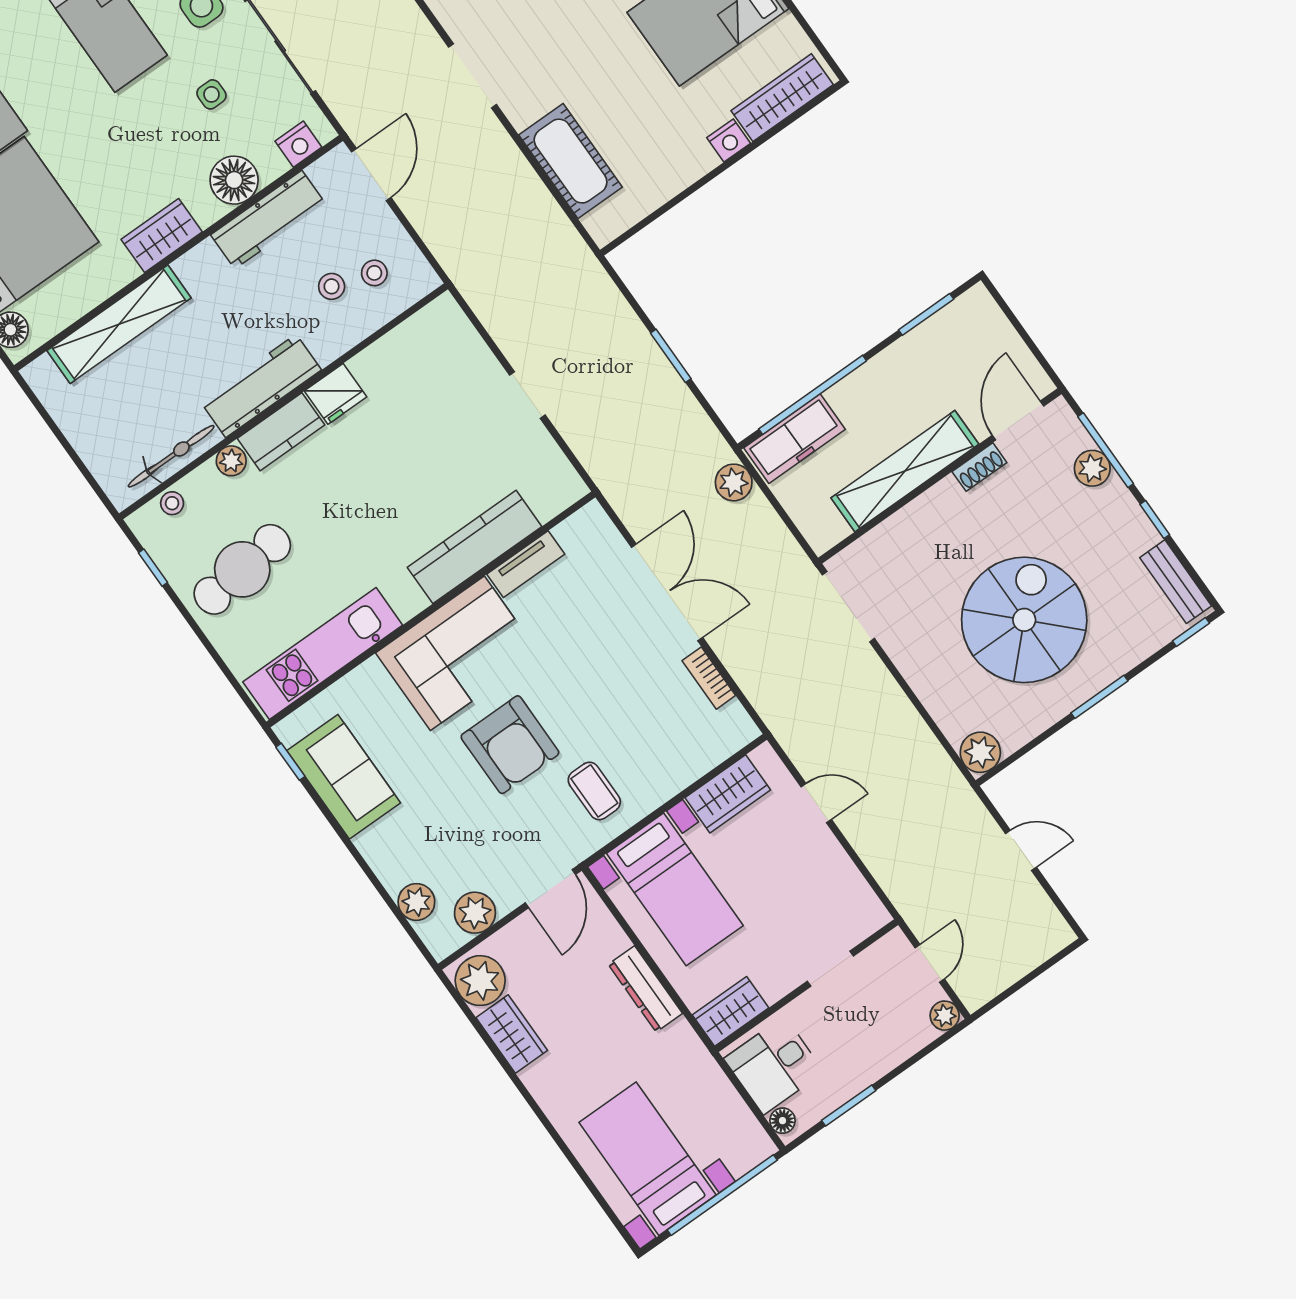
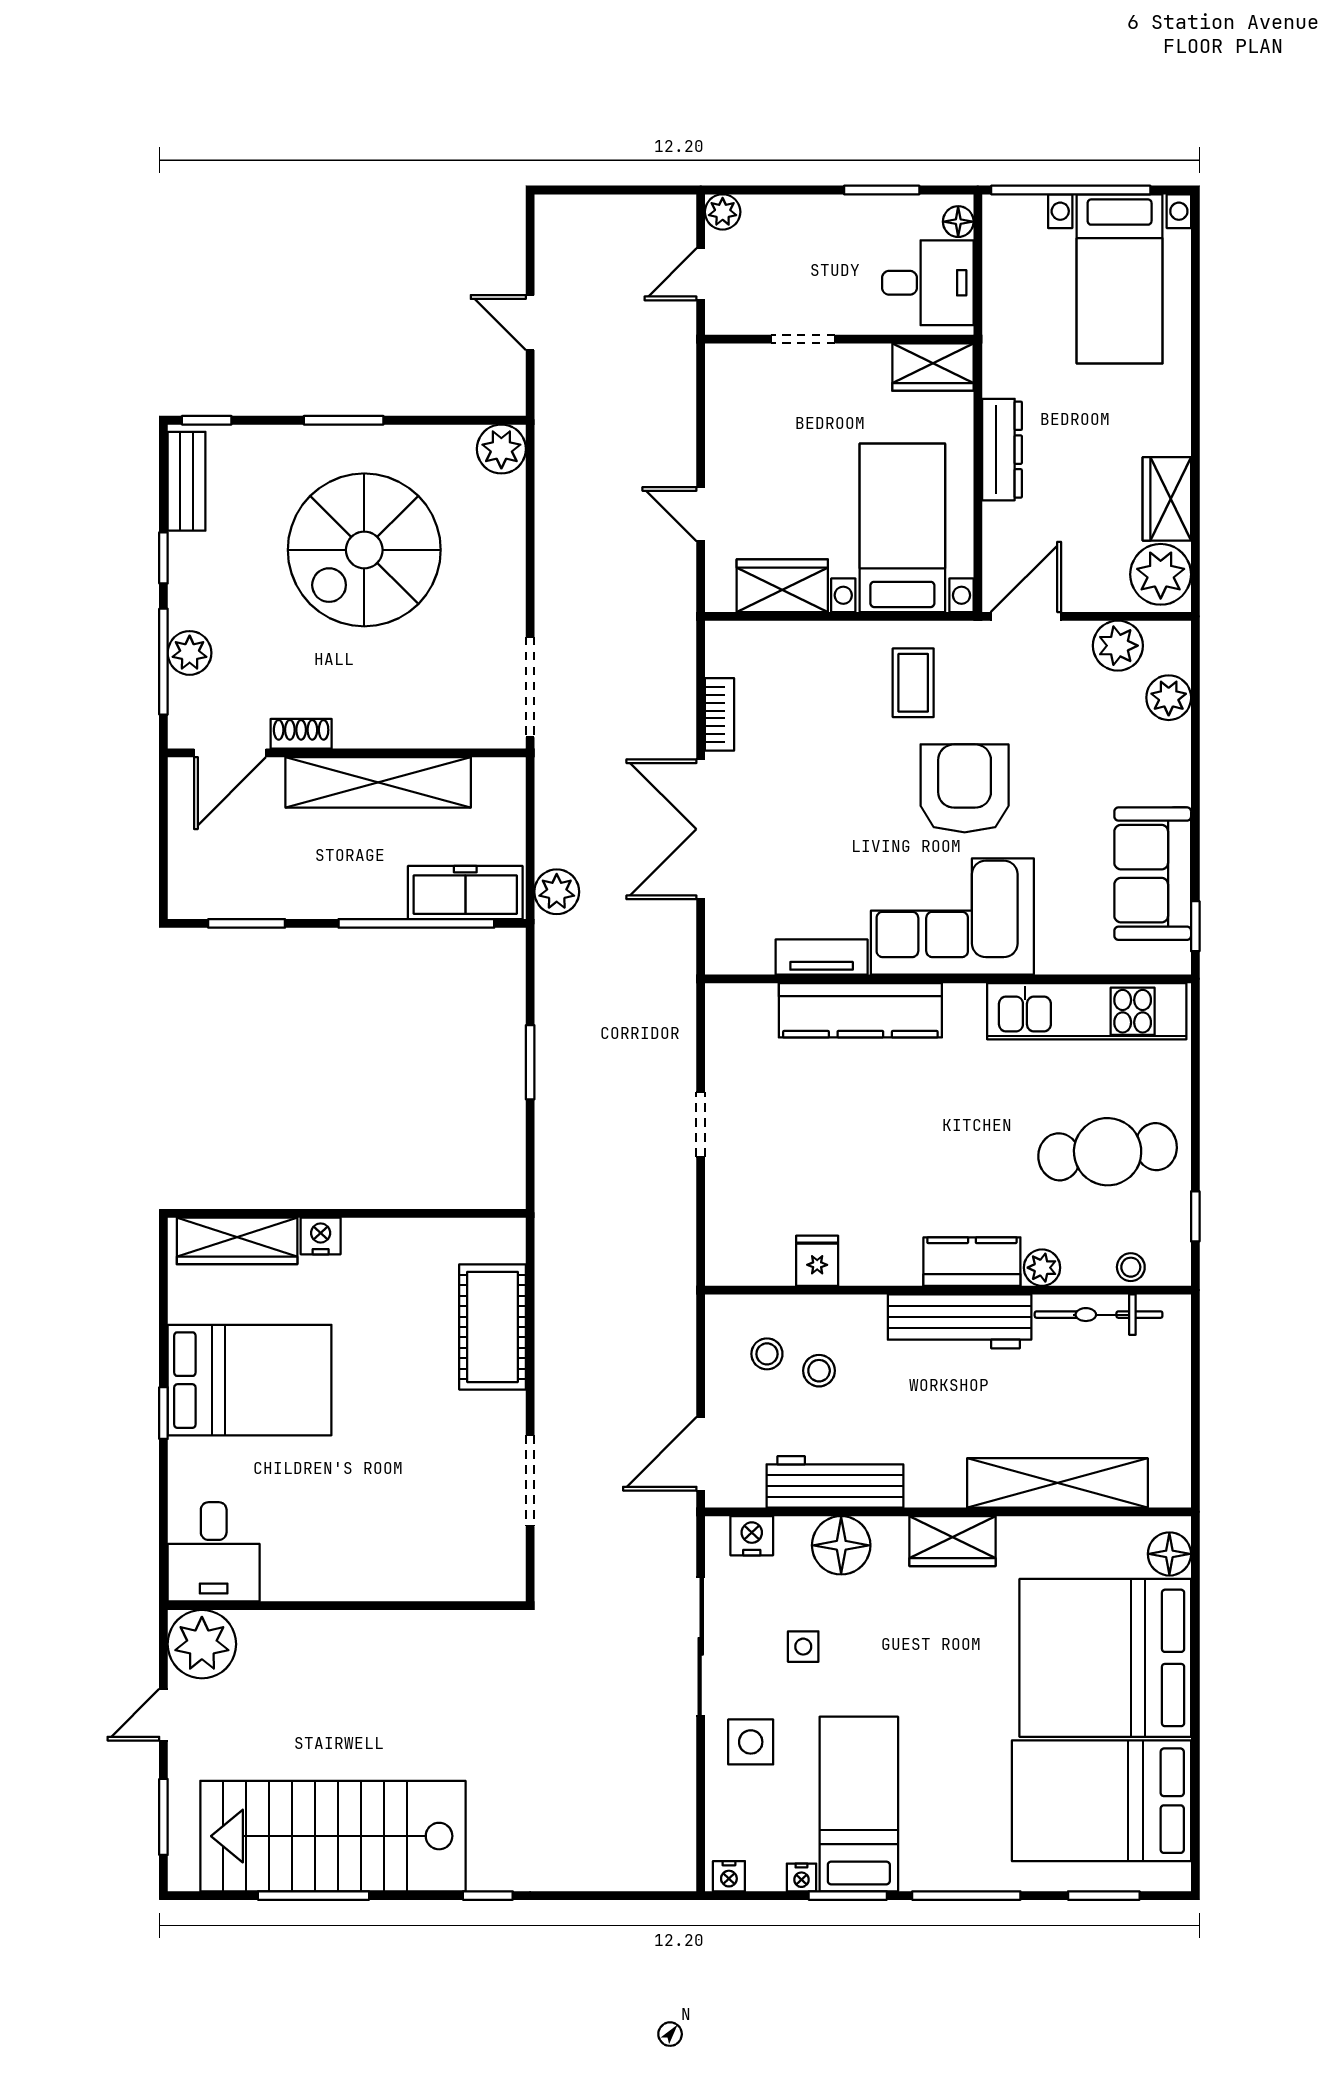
fridge: (336, 394) -> (817, 1261), moved, width x0.72

